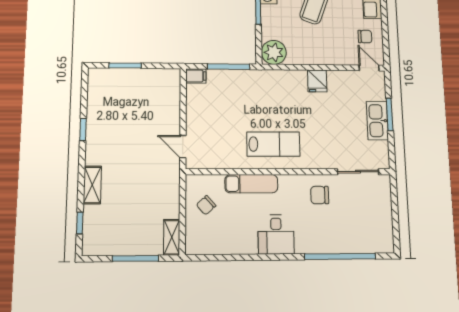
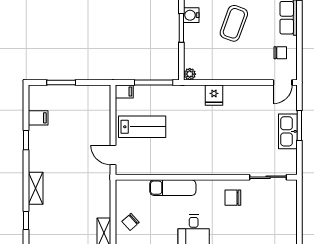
plant: (274, 52) -> (190, 74), width x0.53, depth x0.53
door: (369, 68) -> (283, 82), swing flipped
fridge: (317, 81) -> (214, 95), moved
filing cabinet: (98, 104) -> (38, 118), added
lab bench: (273, 144) -> (142, 127), moved
chair: (206, 205) -> (131, 222), moved

